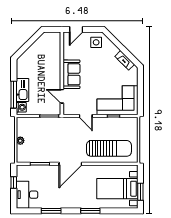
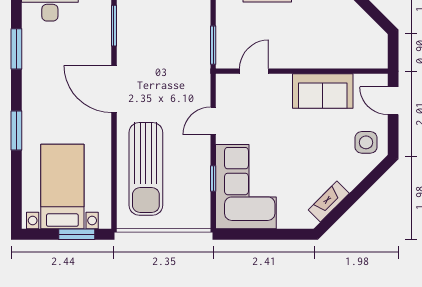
sofa: (71, 74) -> (323, 91), moved
window: (140, 192) -> (77, 234), moved

